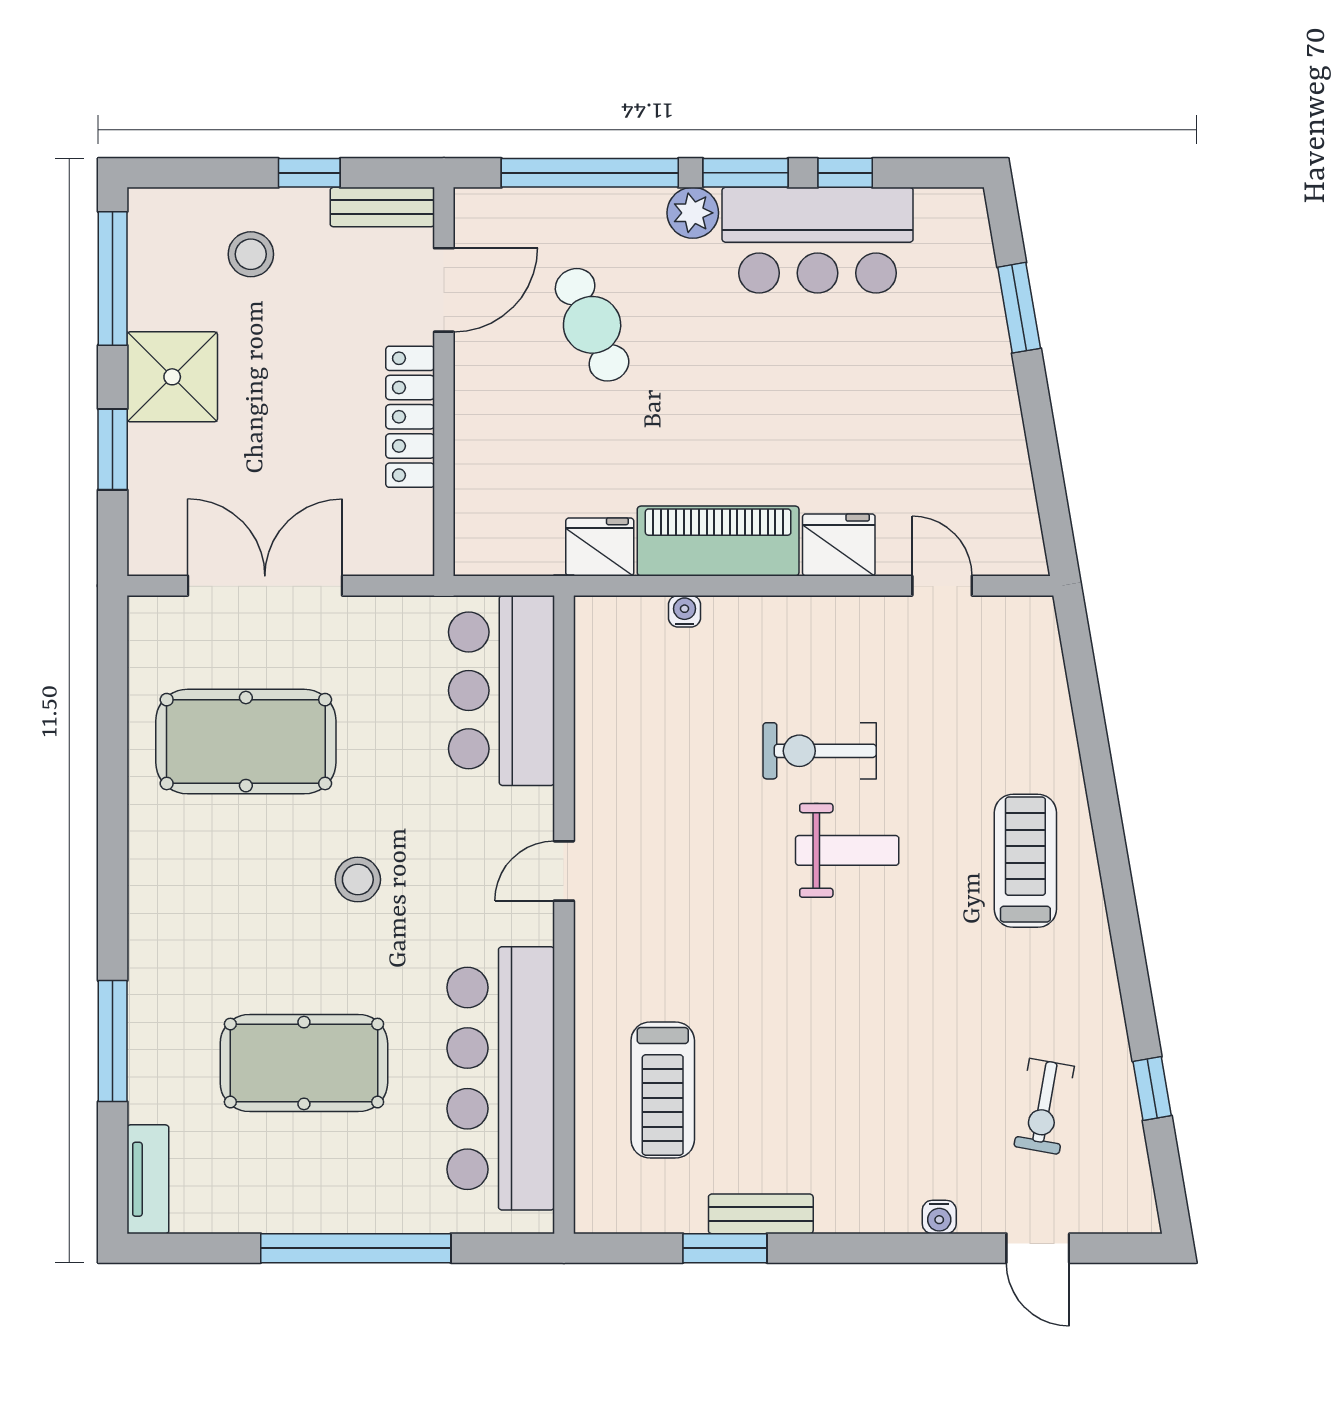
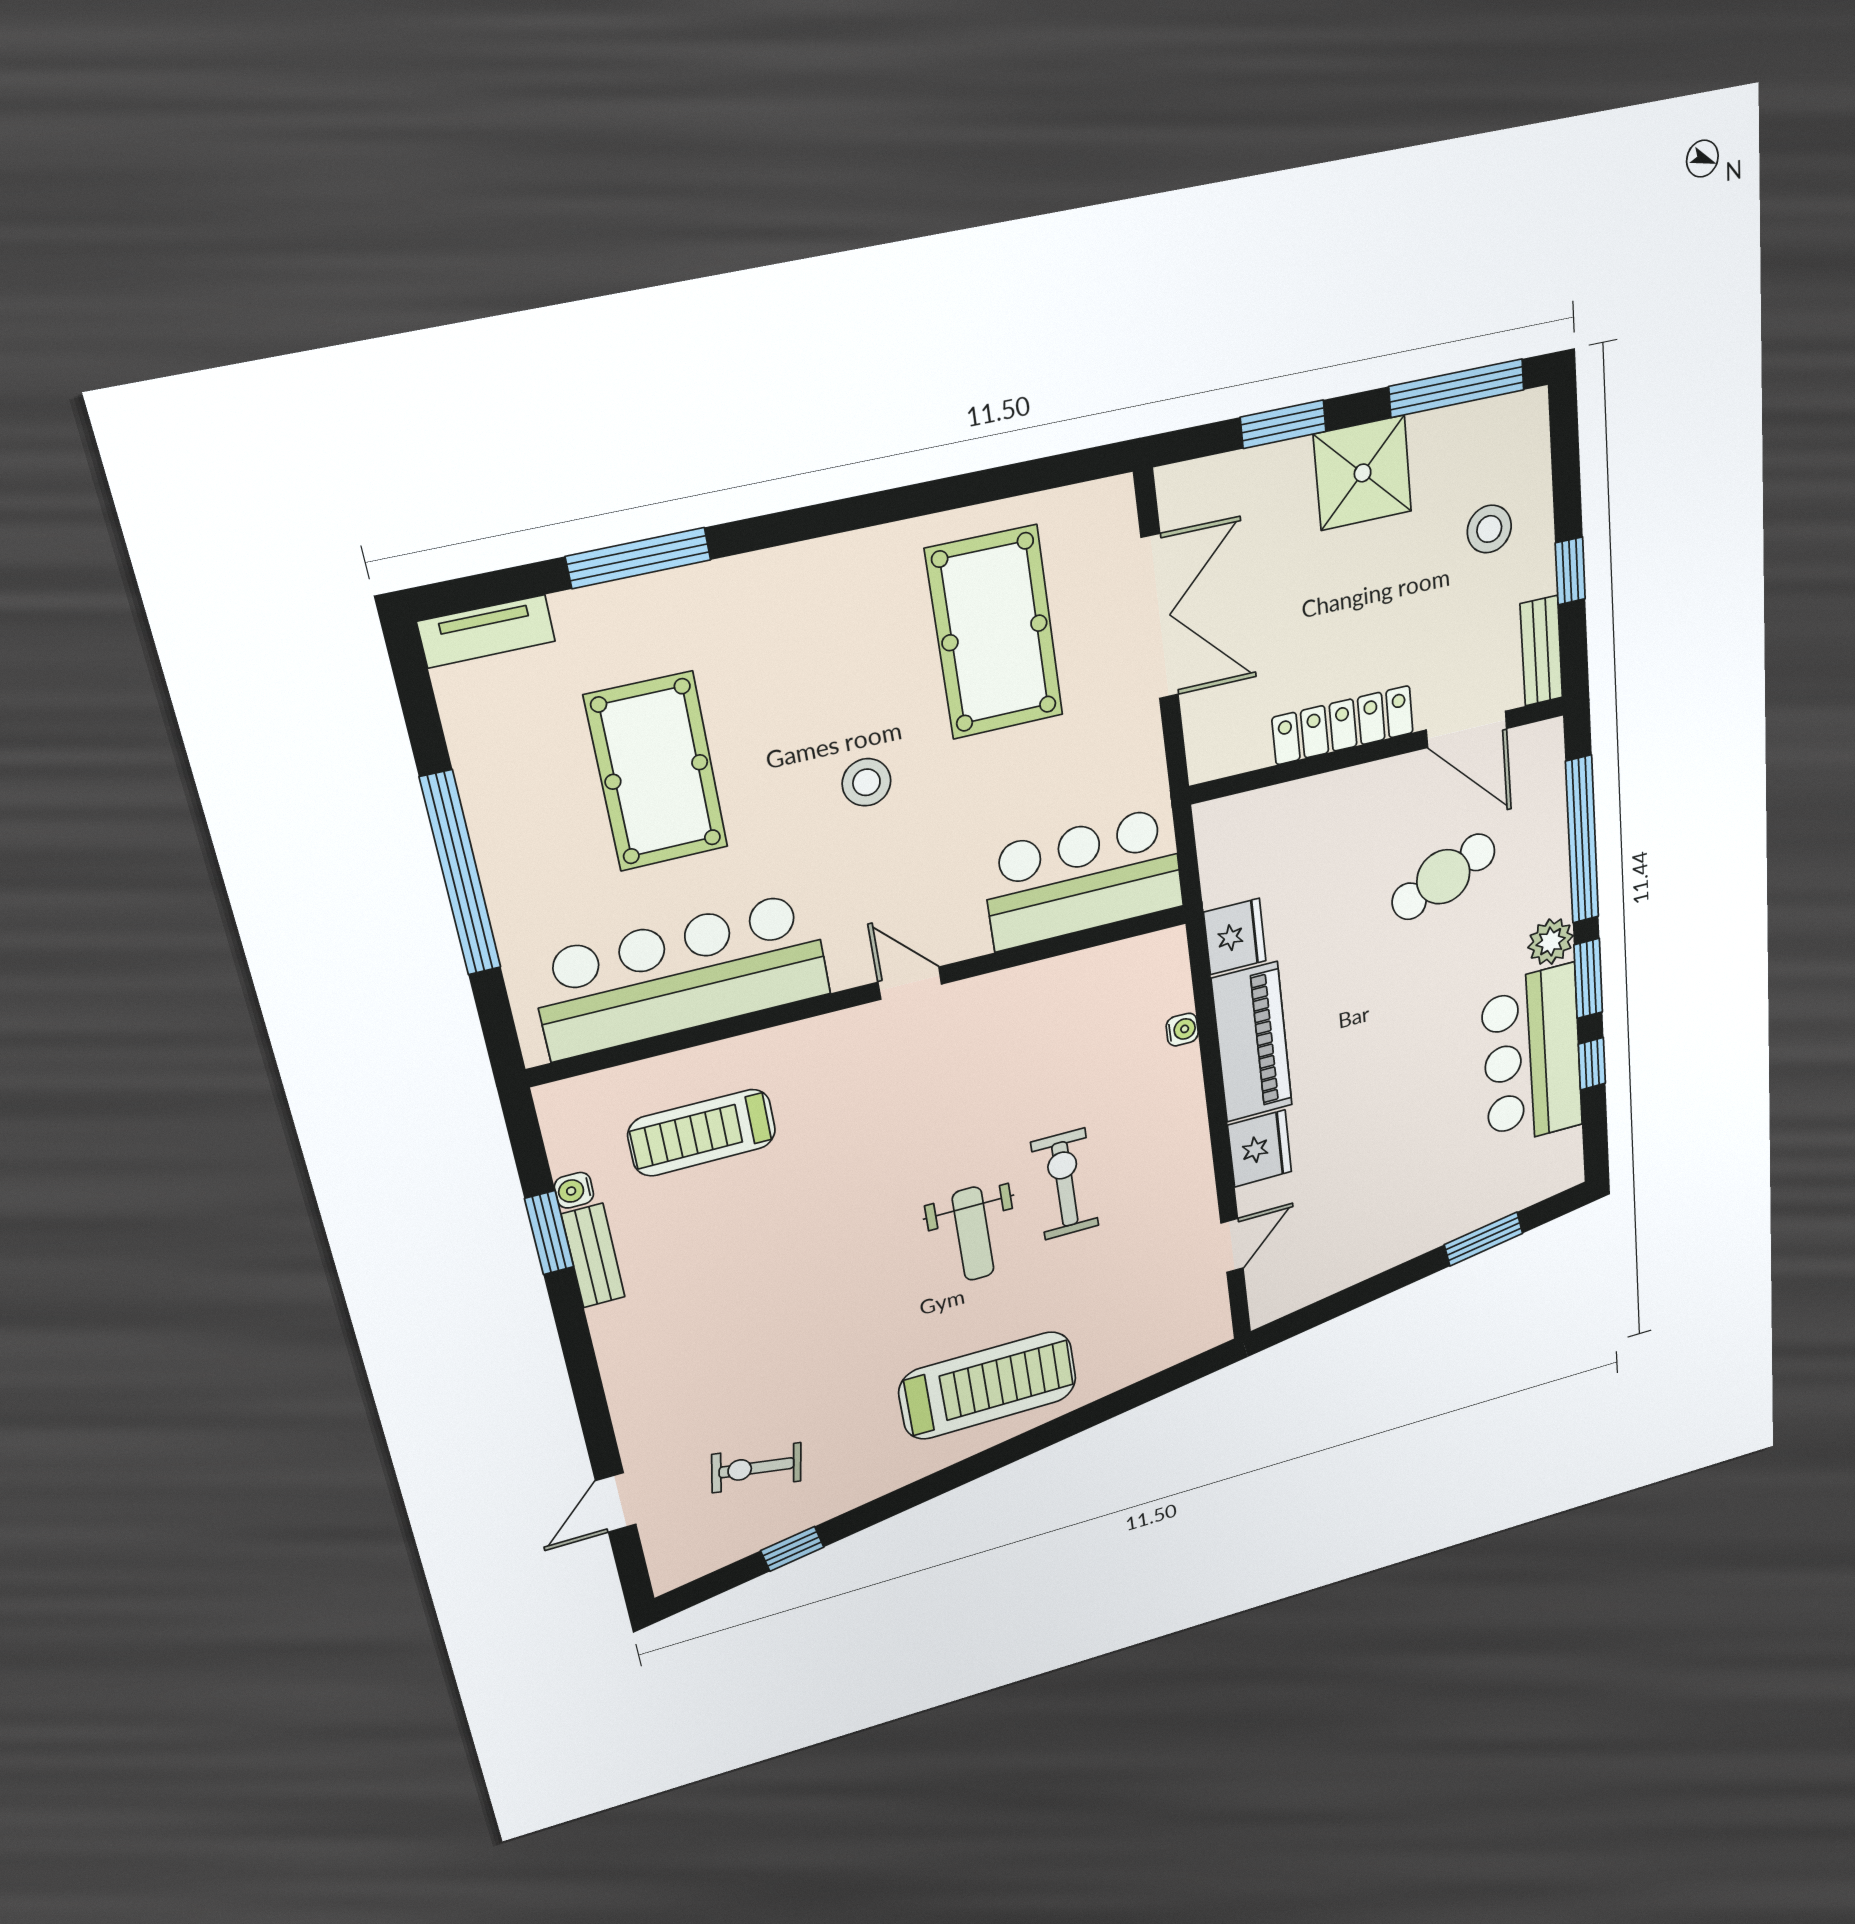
treadmill: (1025, 861) -> (988, 1386), width x1.37, depth x1.38
water cooler: (939, 1217) -> (574, 1190), moved

